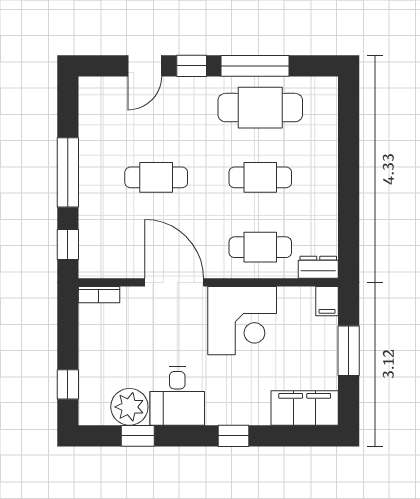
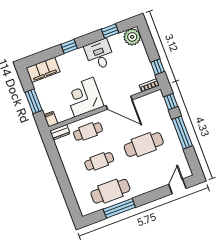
door: (145, 66) -> (177, 186), moved
window: (192, 66) -> (146, 198), removed
cafe table: (156, 177) -> (144, 145), width x1.37, depth x1.35
window: (68, 384) -> (158, 67), moved
plant: (129, 407) -> (132, 37), moved

